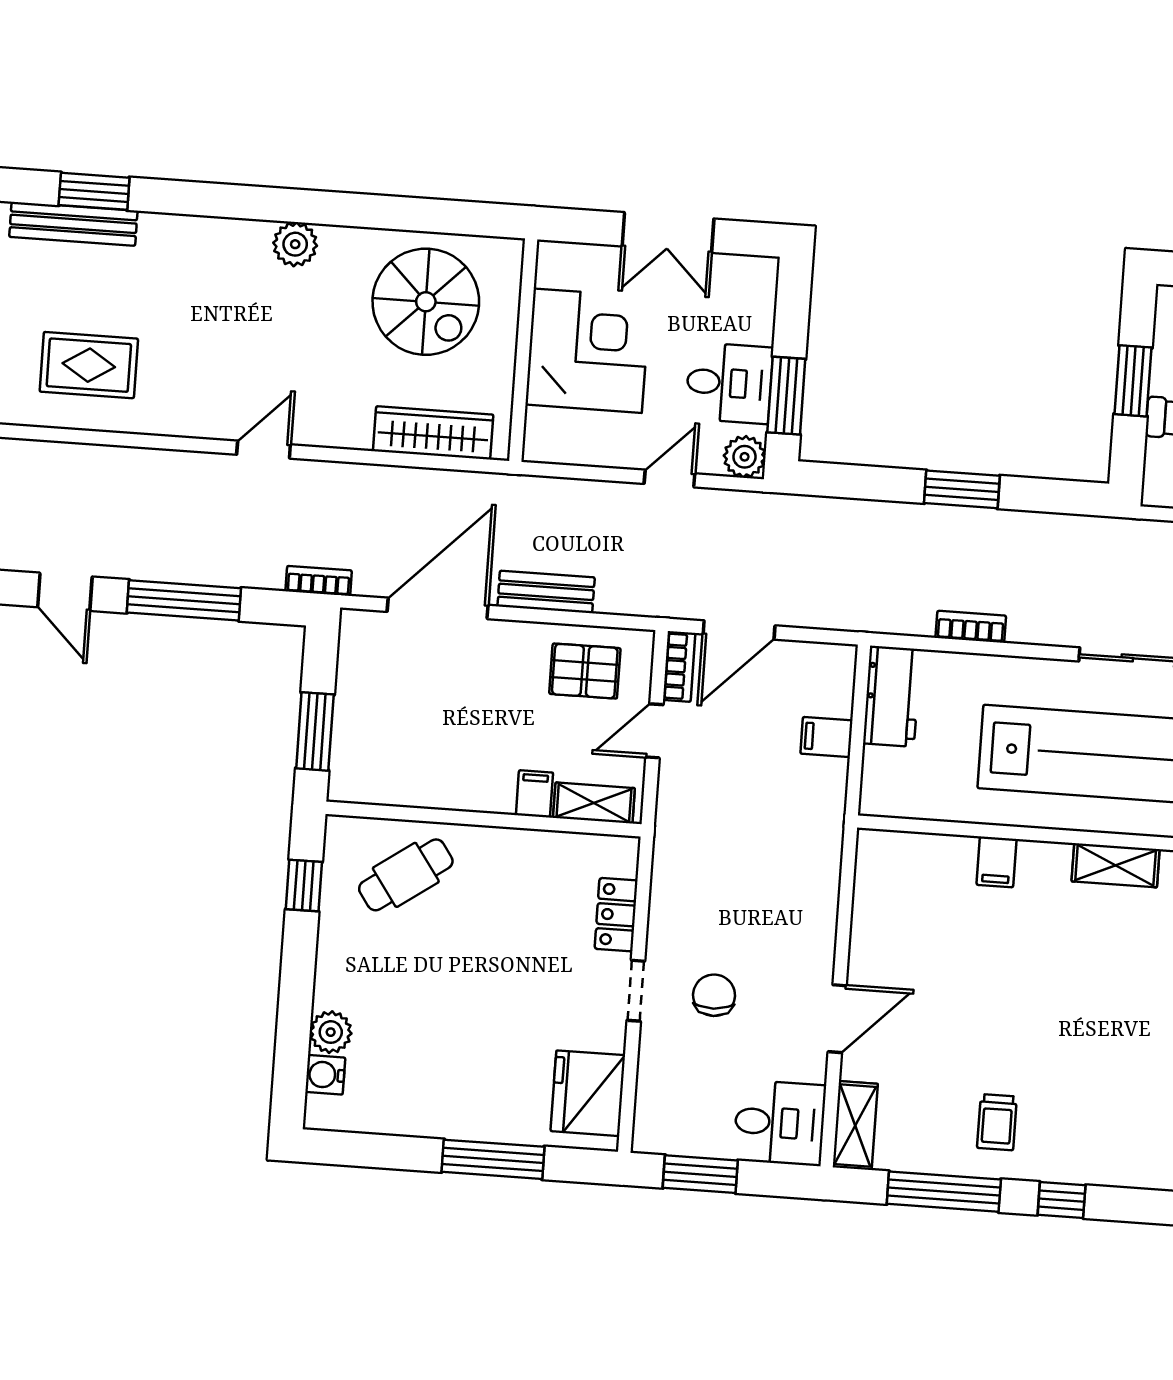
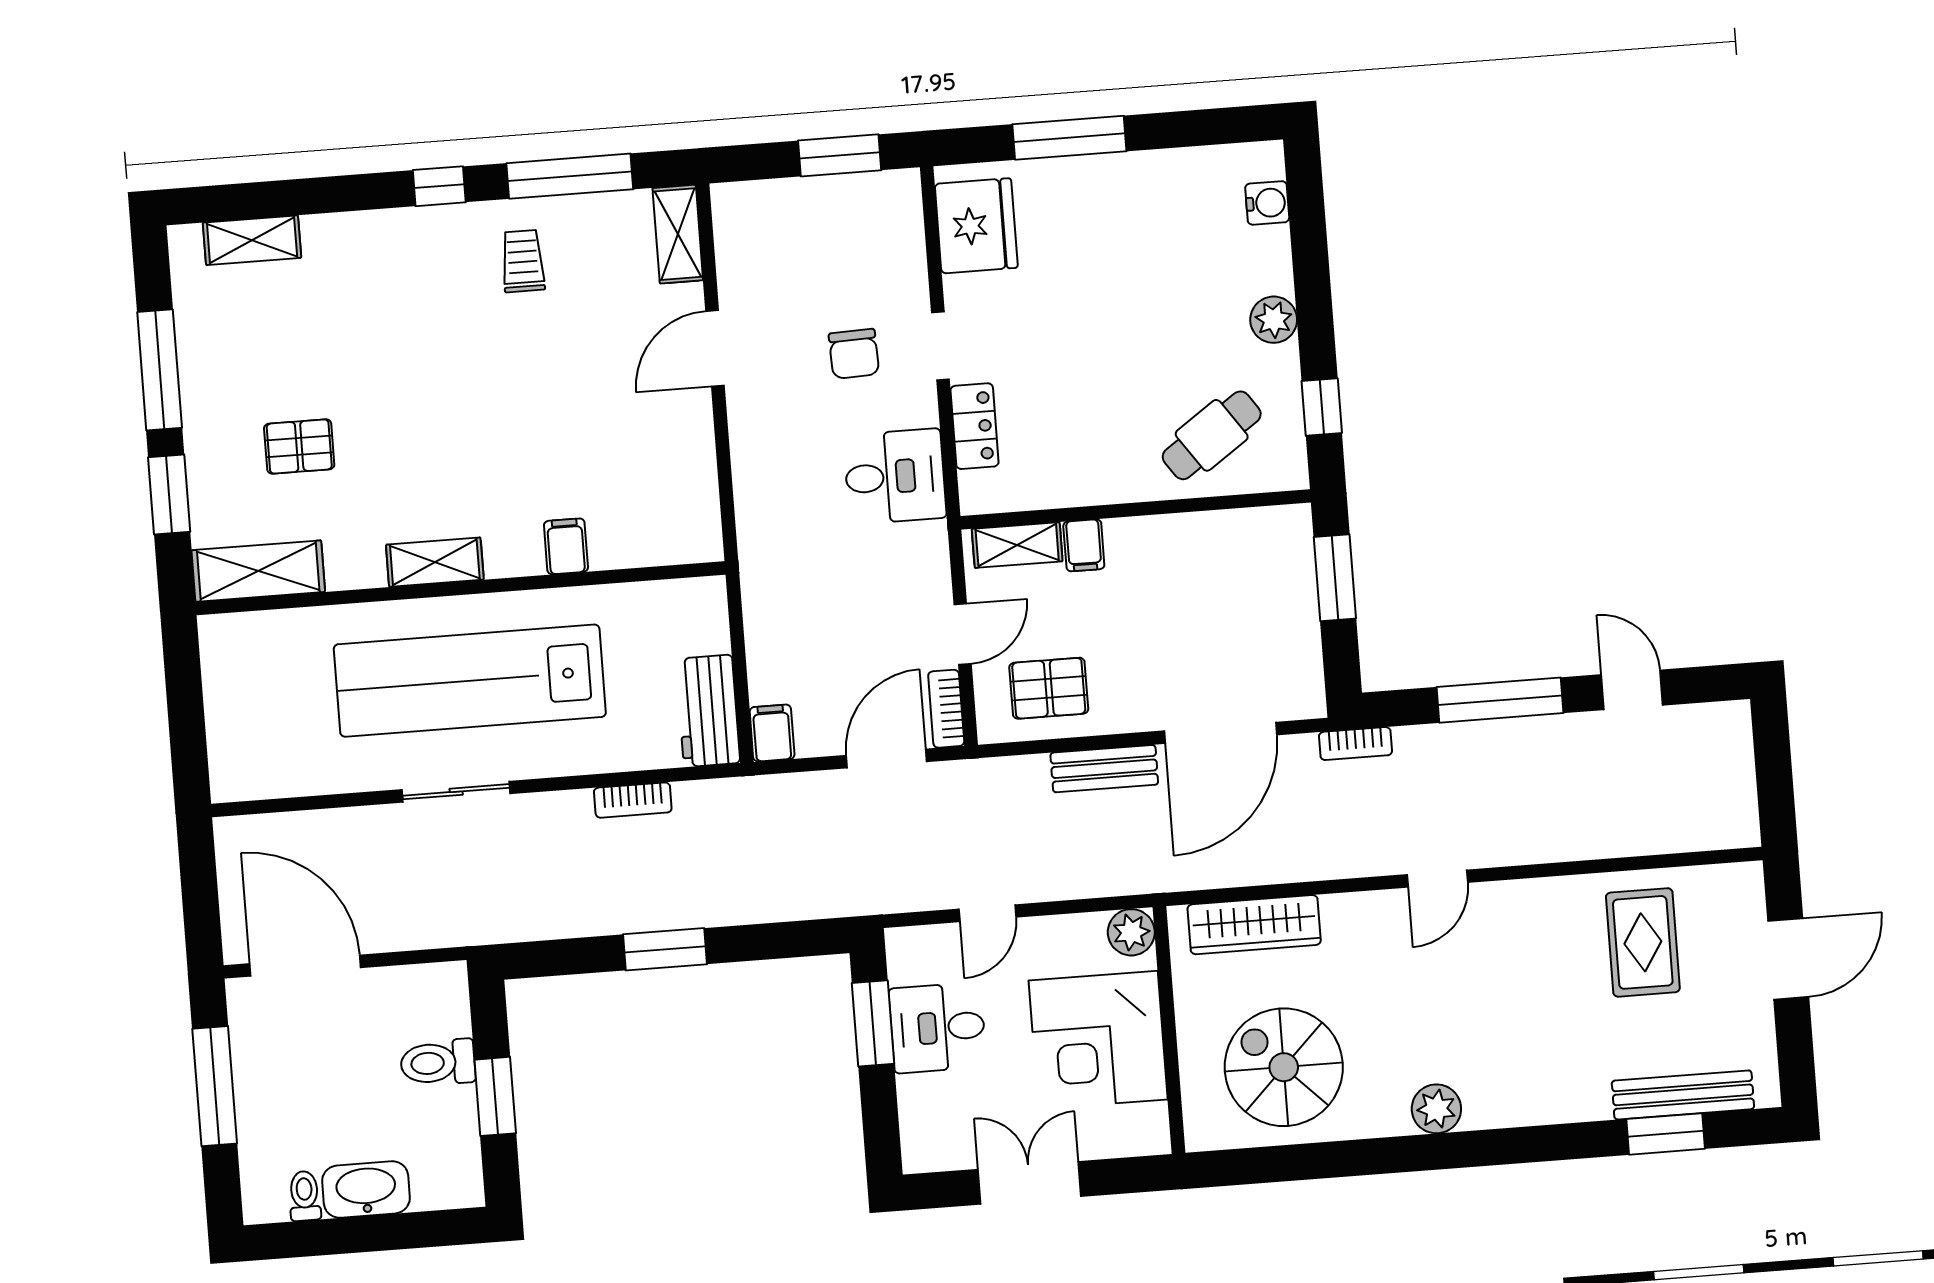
rug: (89, 365) -> (1643, 942), turned 90
plant: (745, 457) -> (1131, 932), moved
filing cabinet: (826, 737) -> (772, 733), moved, turned -90
plant: (331, 1032) -> (1274, 320), moved
desk: (780, 1123) -> (895, 476), moved, turned 180

